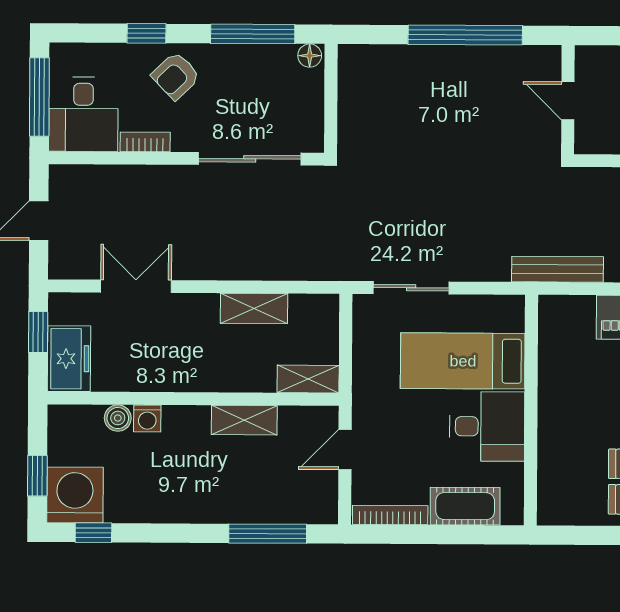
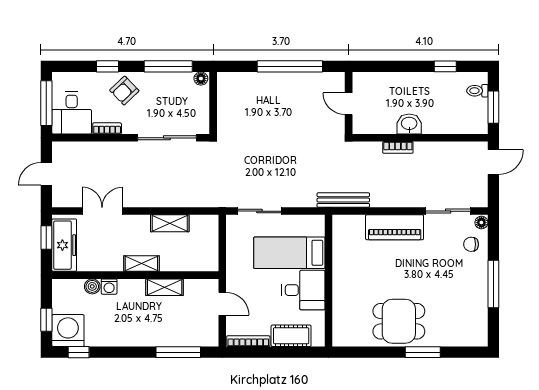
freezer: (69, 359) -> (64, 245), width x1.40
shelving: (308, 379) -> (141, 264), moved
door: (345, 449) -> (222, 304), swing flipped

